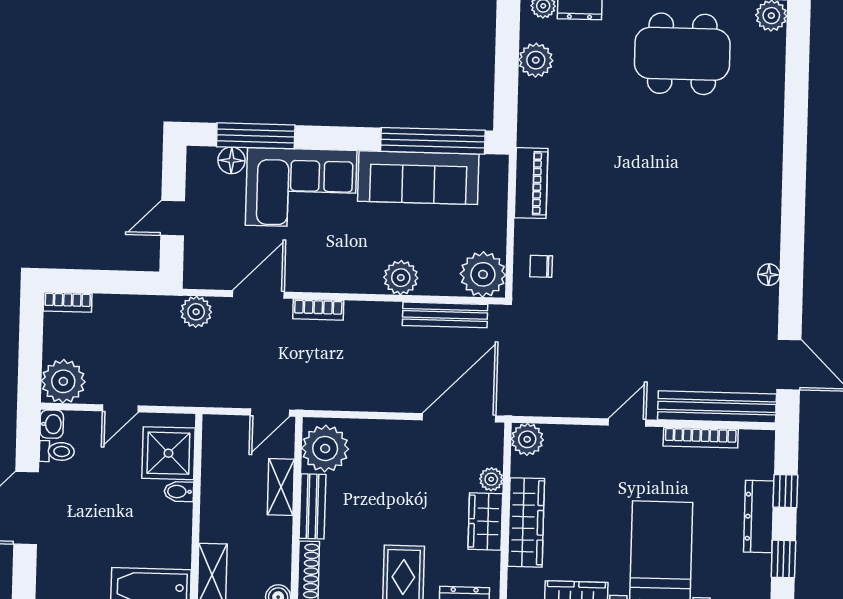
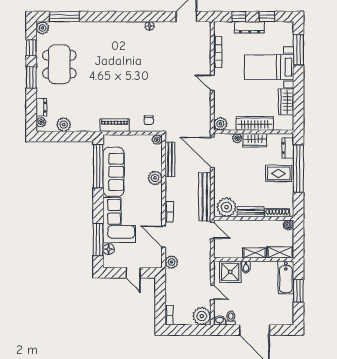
window: (797, 69) -> (64, 17), added
plant: (483, 274) -> (157, 140), width x0.53, depth x0.53
bench: (717, 407) -> (205, 197), moved
shelving: (281, 487) -> (254, 253), moved

